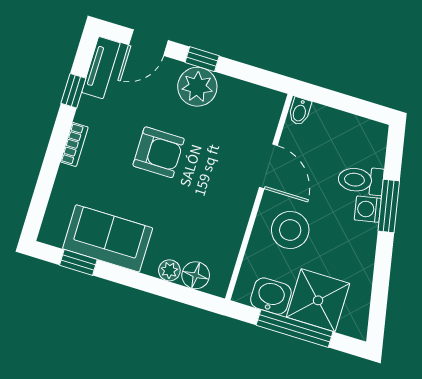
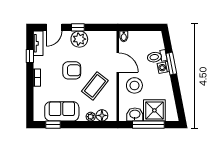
coffee table: (200, 204) -> (95, 86), added

